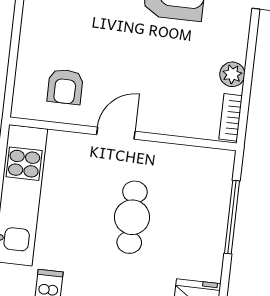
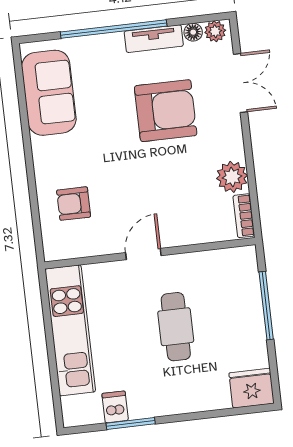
plant: (232, 74) -> (232, 177), width x1.38, depth x1.38
armchair: (65, 87) -> (74, 204), moved, turned 90

